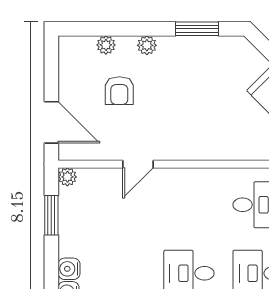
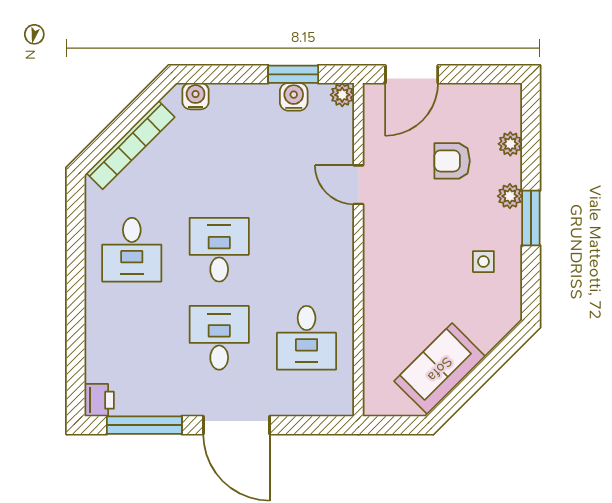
window: (197, 29) -> (531, 218), moved
side table: (198, 66) -> (483, 262), added
water cooler: (69, 269) -> (294, 97), moved

